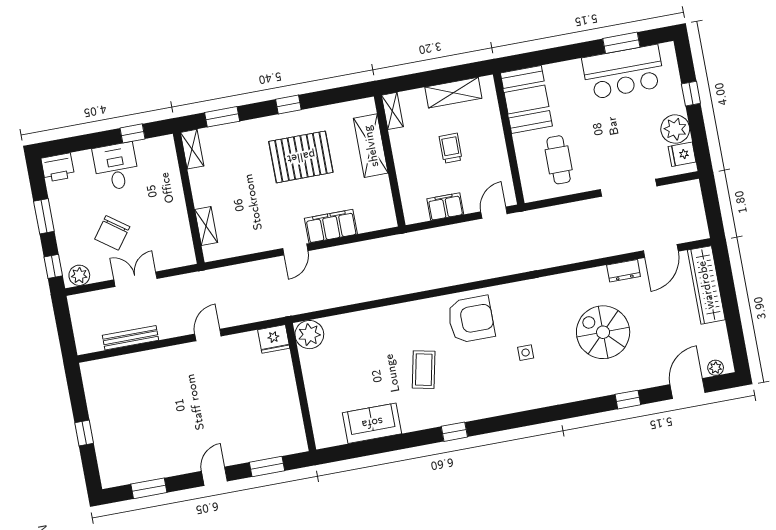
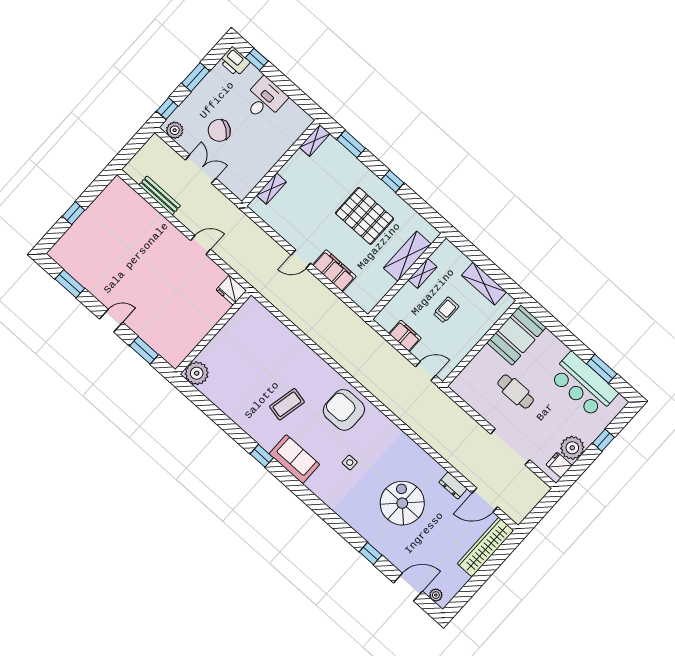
shelving: (392, 111) -> (423, 273), moved
window: (132, 133) -> (257, 59), moved
cafe table: (559, 160) -> (516, 392), moved, turned 90
armchair: (471, 319) -> (344, 410), turned 180
plant: (309, 335) -> (197, 373), moved
sofa: (372, 423) -> (294, 459), moved

